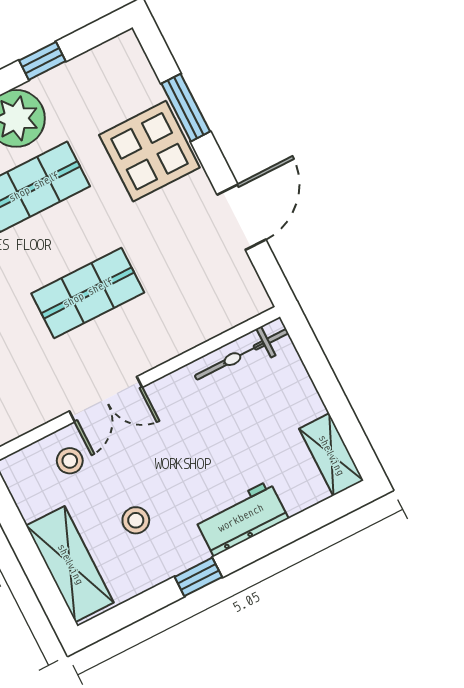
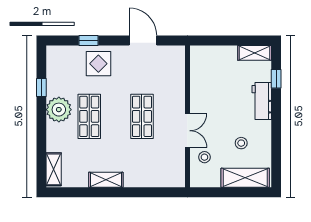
window: (186, 108) -> (89, 41), width x0.67
display table: (149, 151) -> (98, 64), width x0.73, depth x0.73
bicycle: (242, 354) -> (197, 68), removed
window: (198, 577) -> (276, 79), moved

